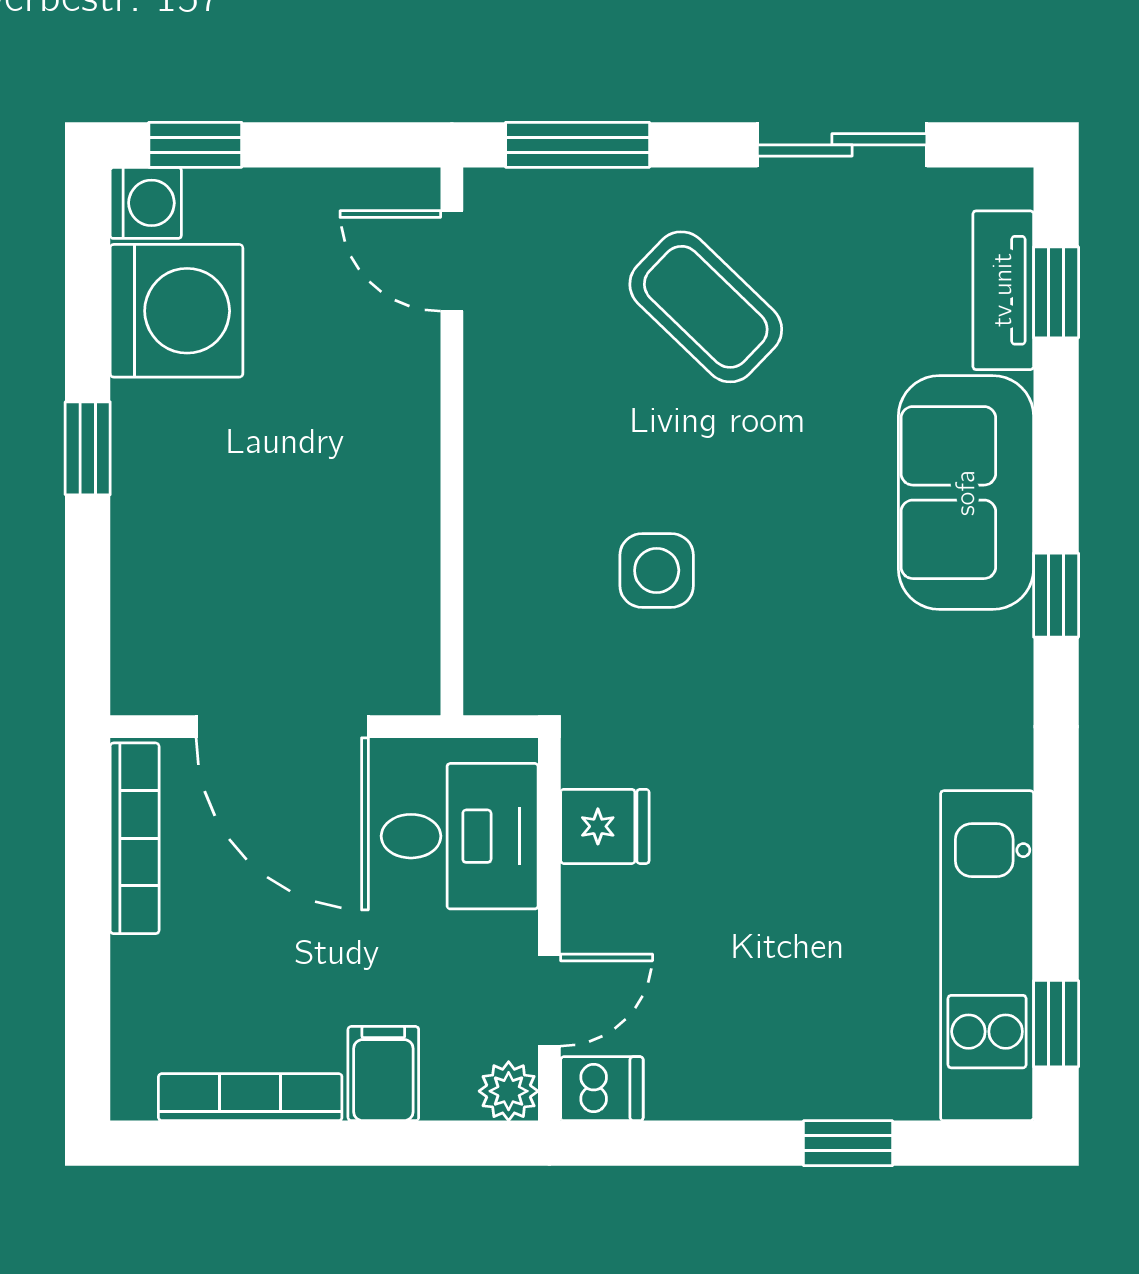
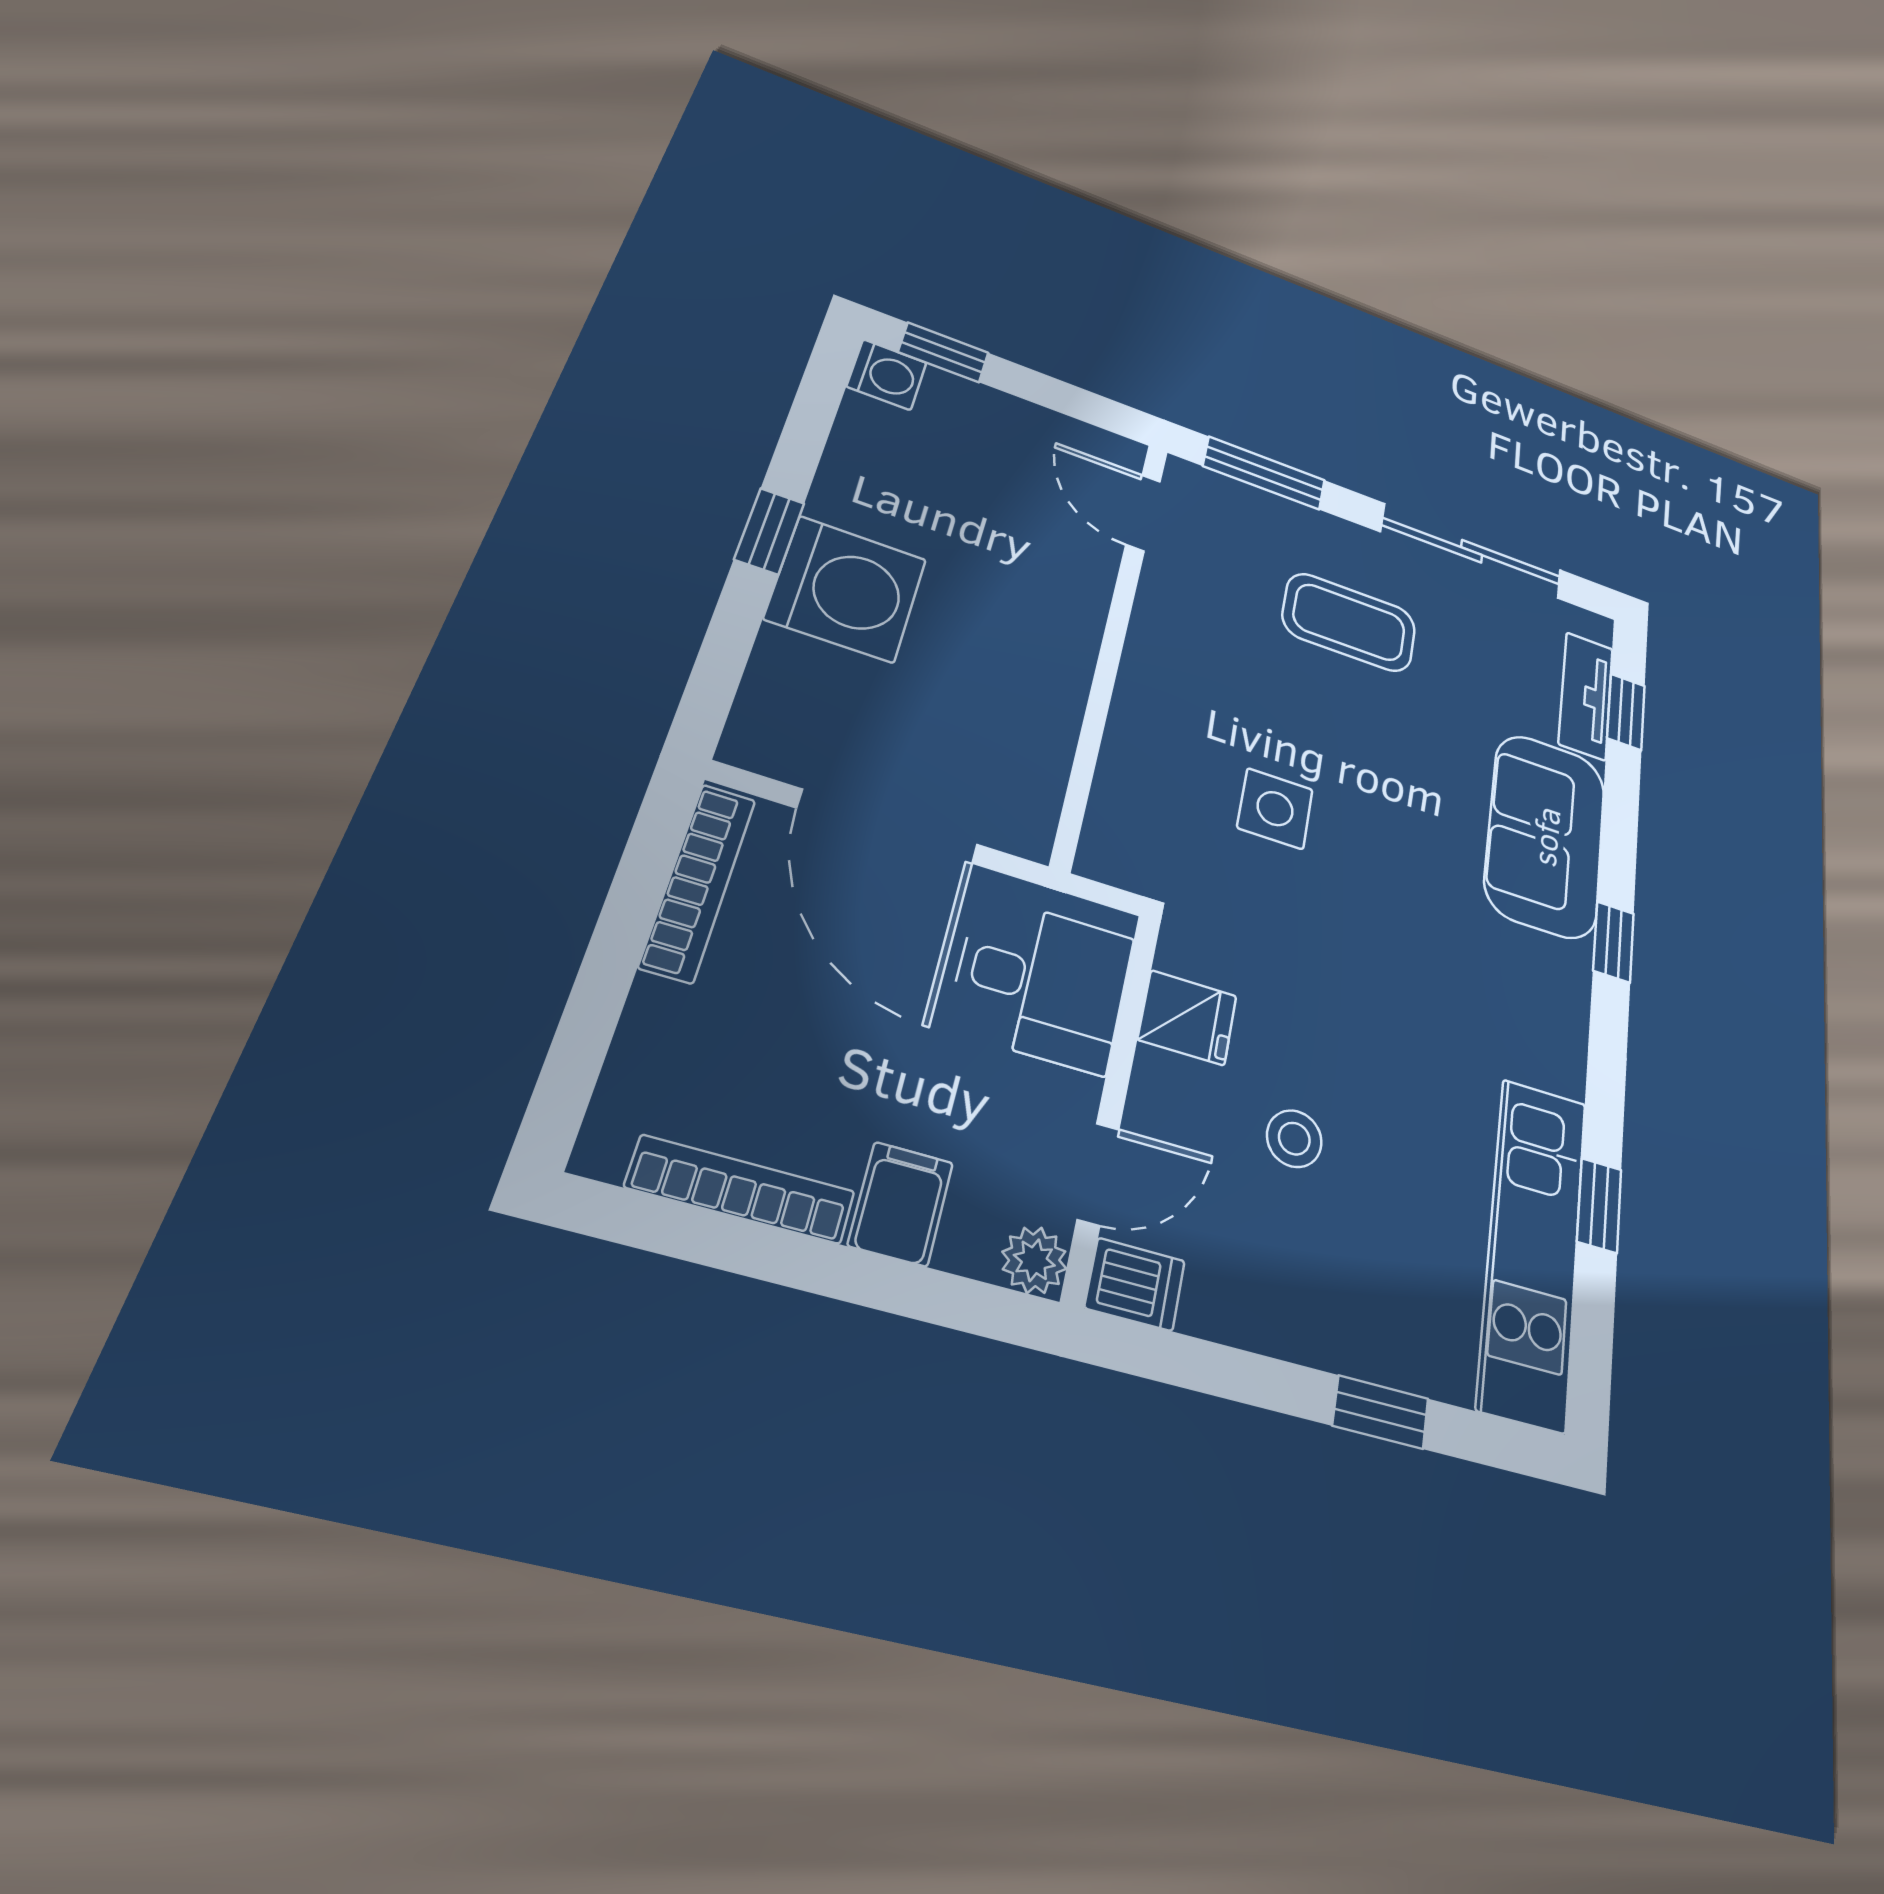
sliding door: (842, 145) -> (1472, 551), width x1.37
coffee table: (706, 307) -> (1349, 622), turned -44
washing machine: (176, 311) -> (846, 589), moved
stool: (729, 915) -> (1294, 1139), added
window: (1056, 1024) -> (1599, 1205), moved

